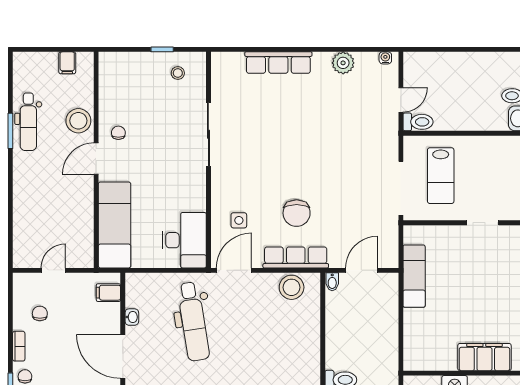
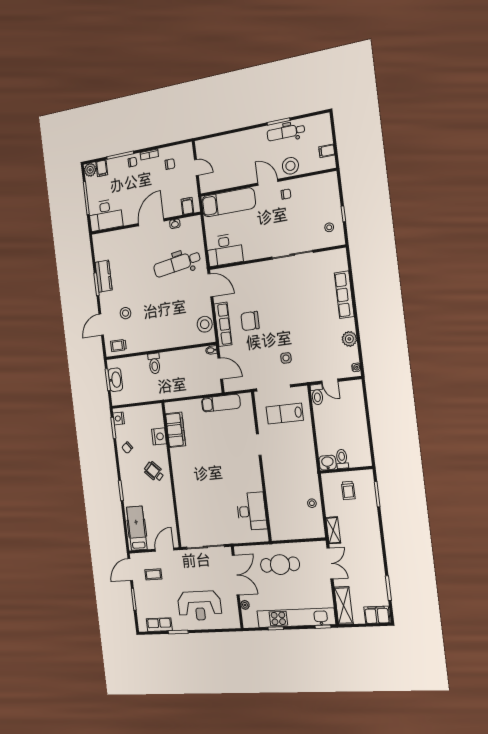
side table: (239, 220) -> (286, 358), moved
filing cabinet: (484, 357) -> (176, 430), moved

